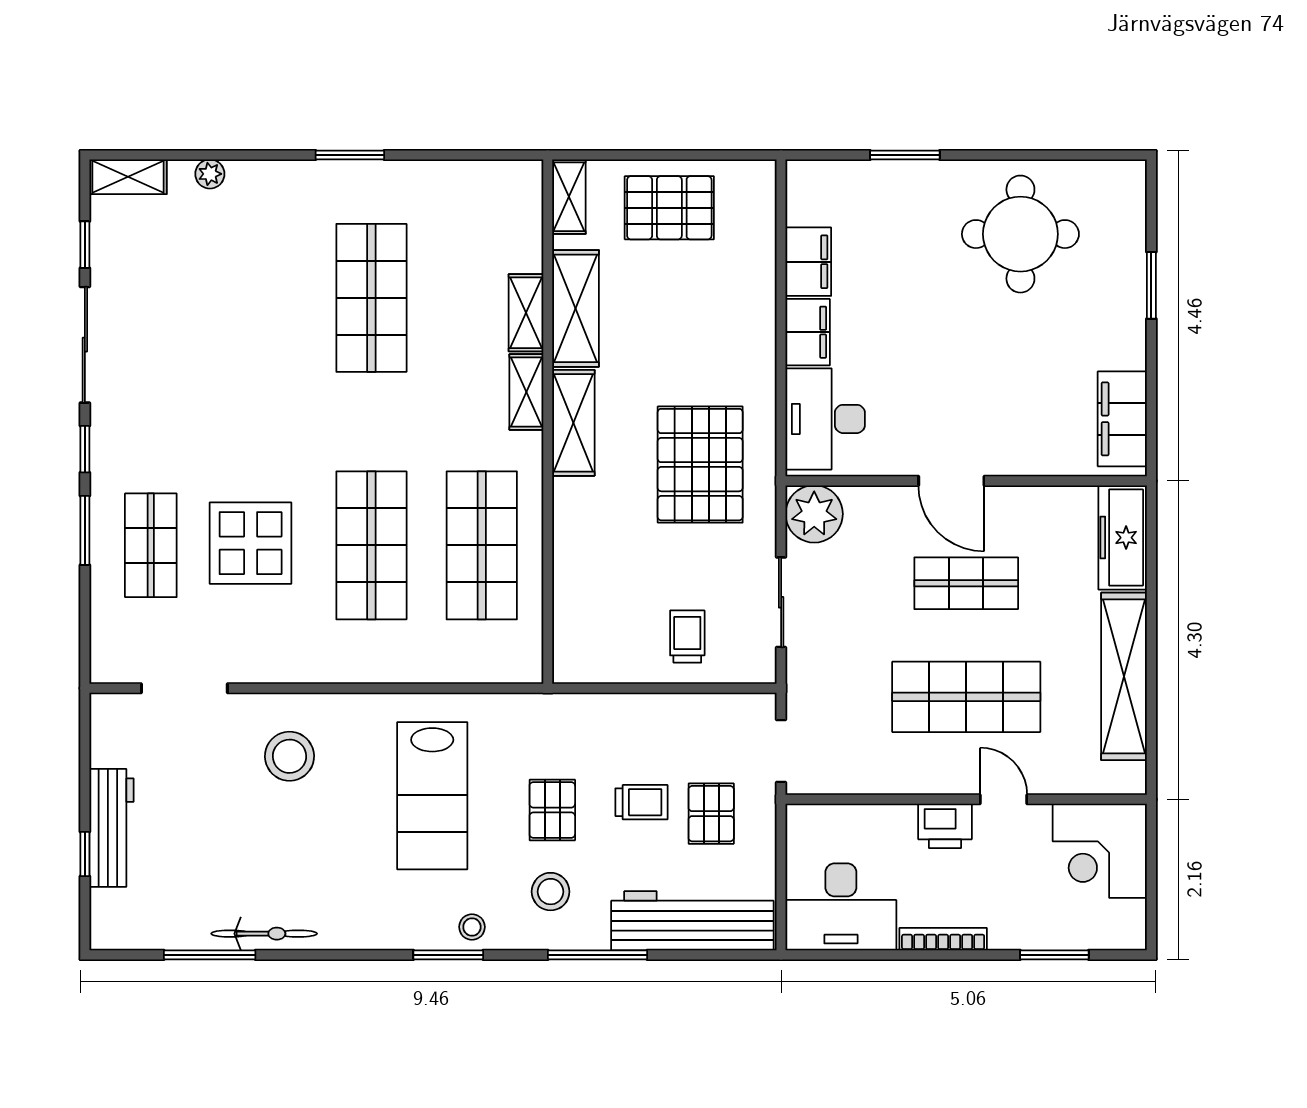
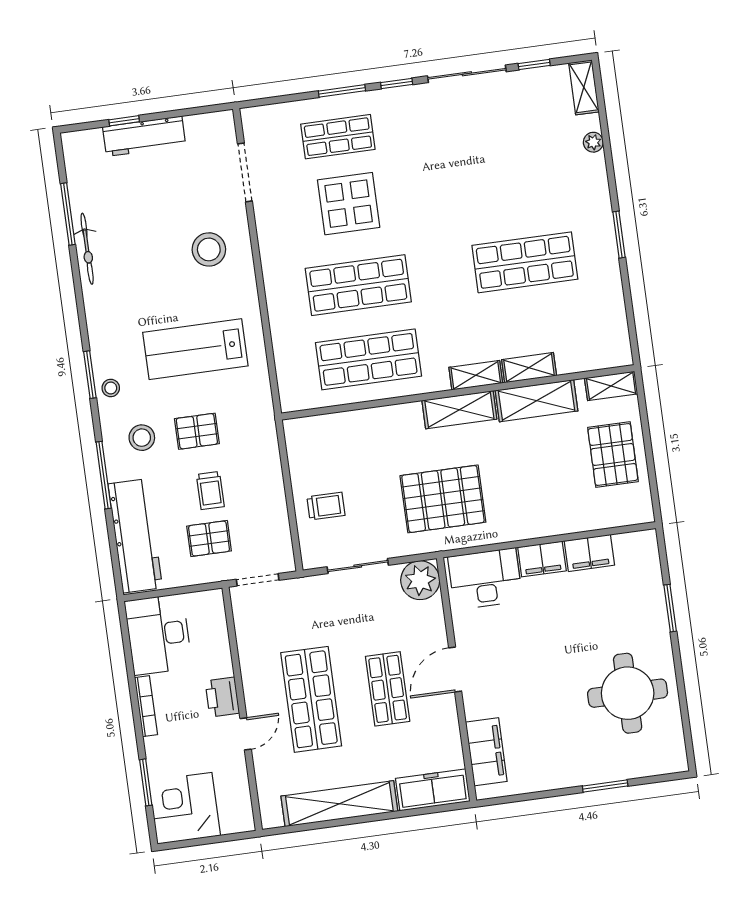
filing cabinet: (1122, 419) -> (486, 752), moved, turned 90
corner desk: (1100, 851) -> (185, 808), moved

